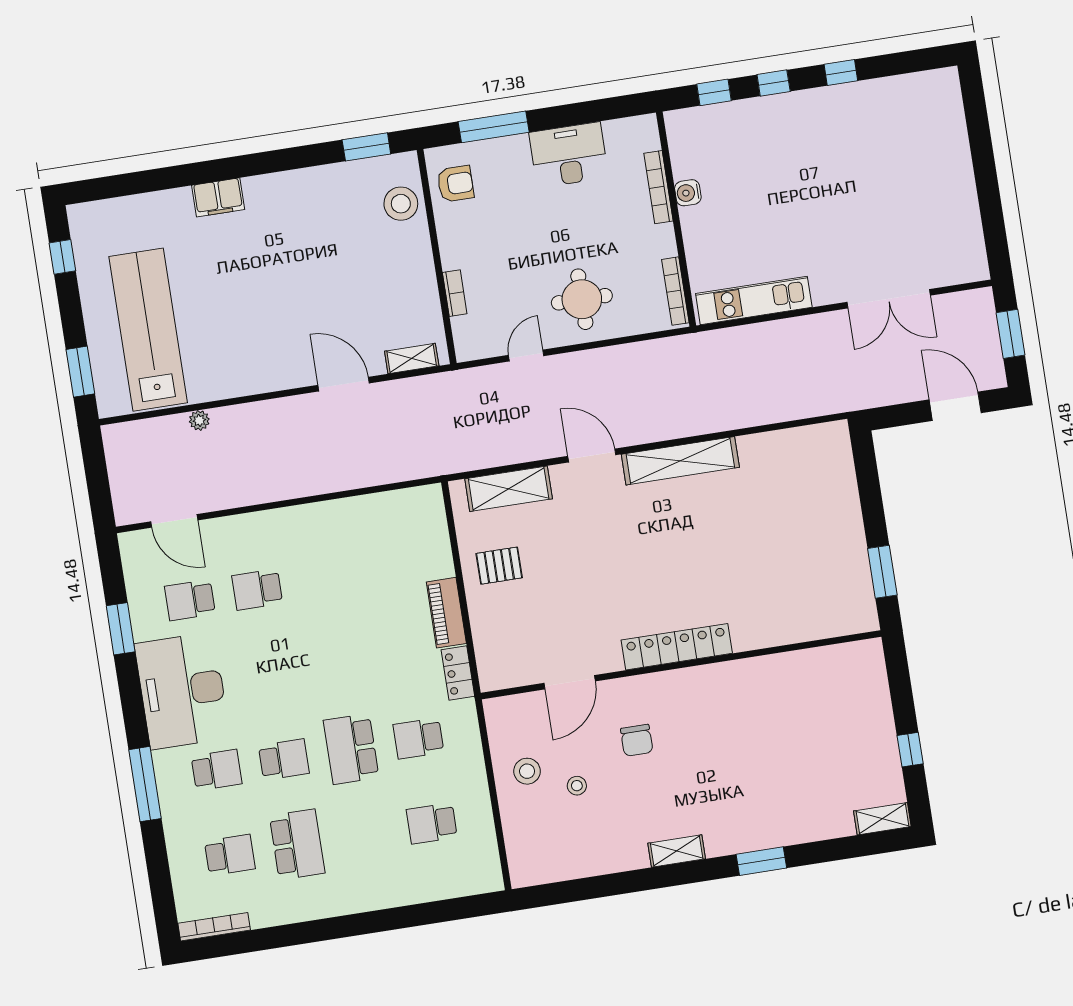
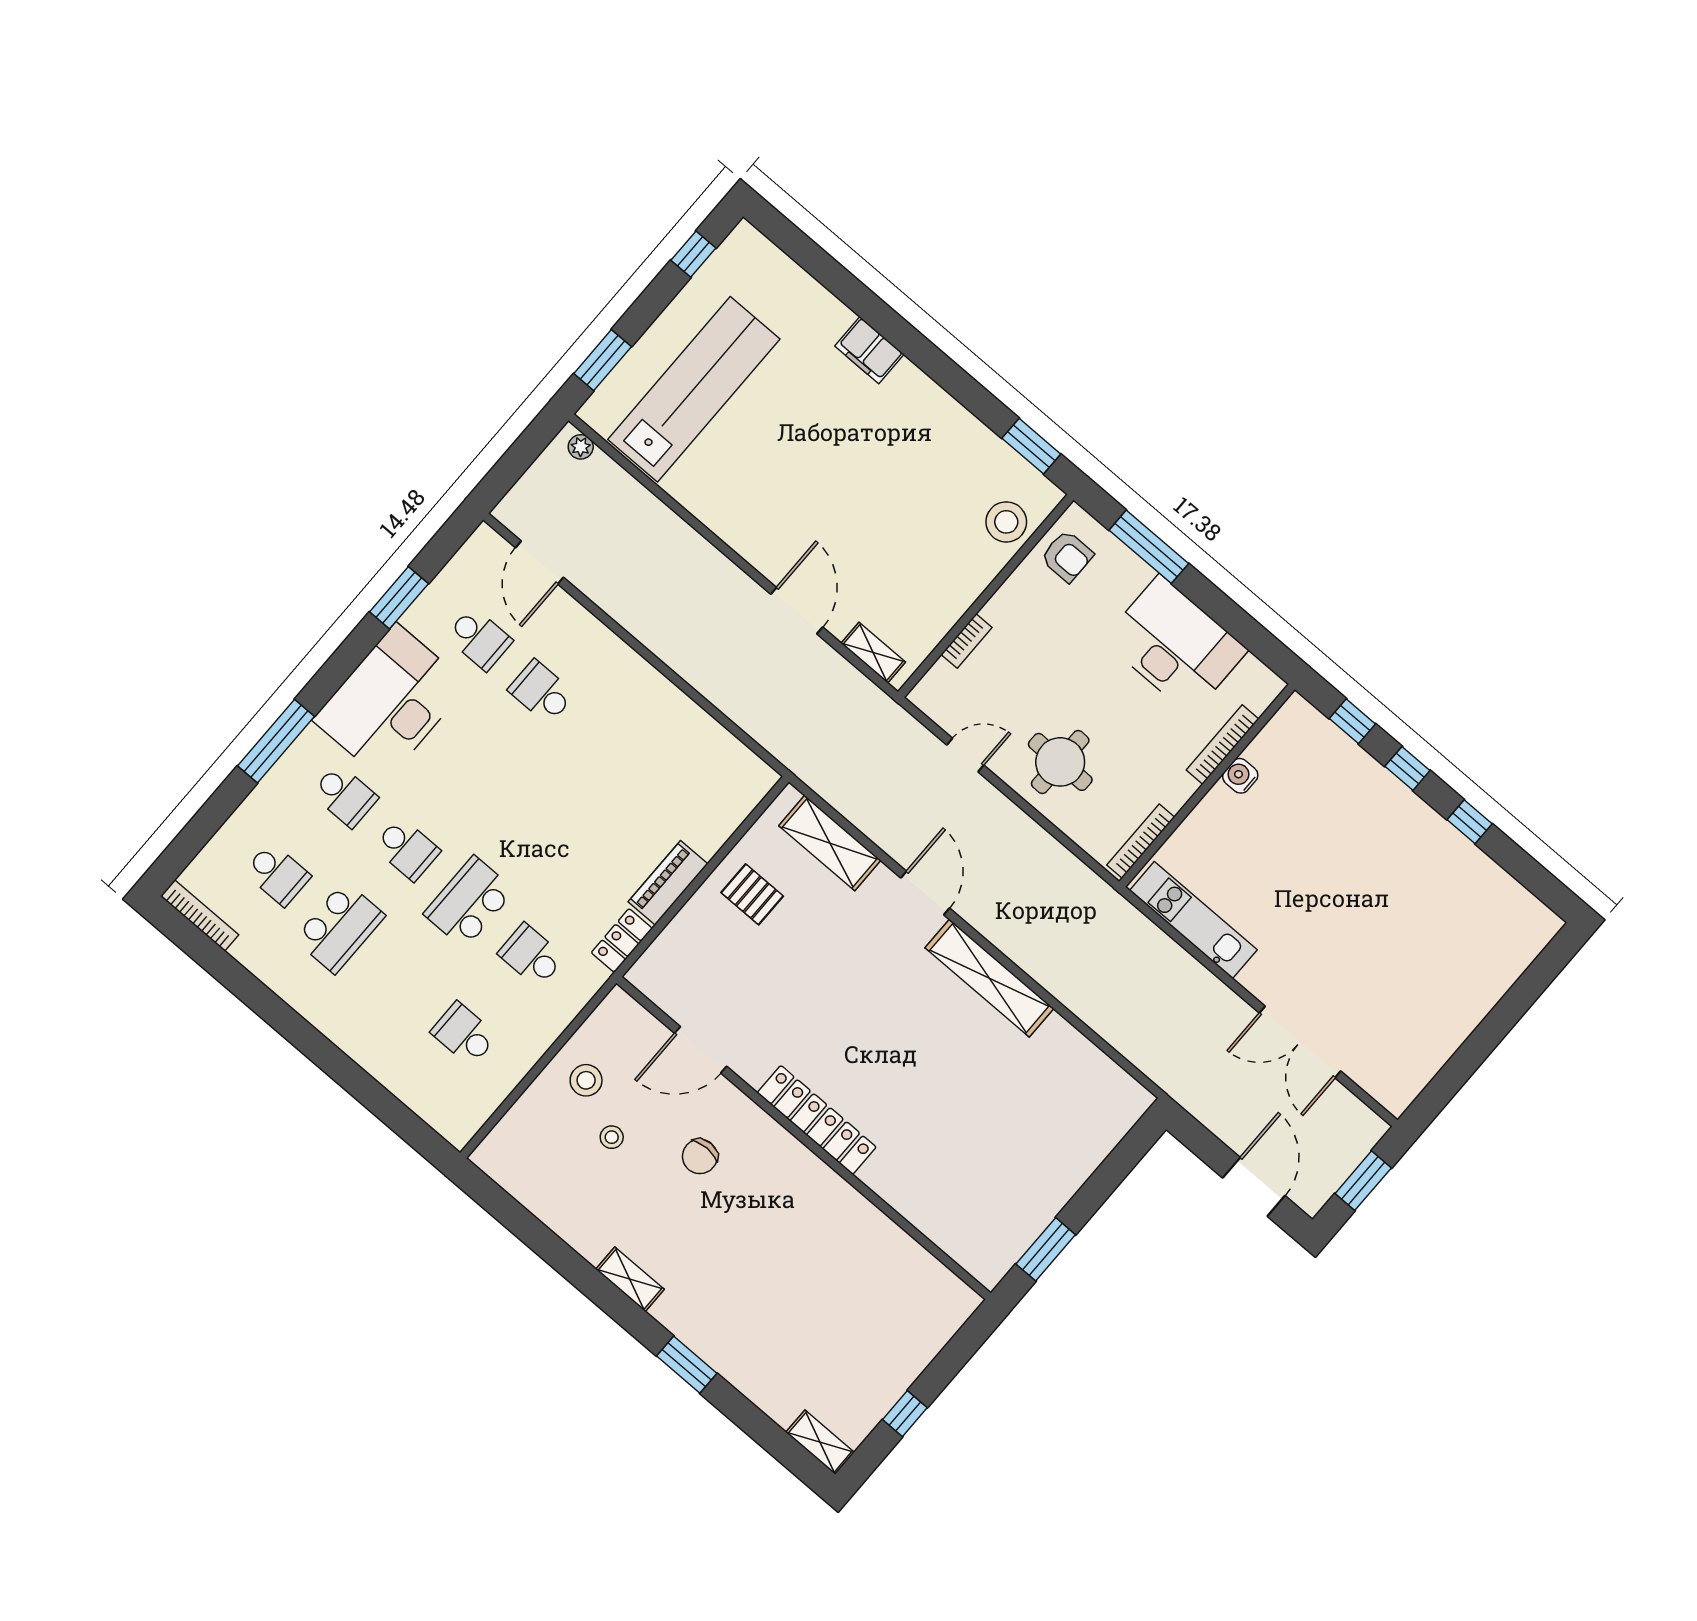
desk: (569, 155) -> (1175, 645), width x1.36, depth x1.30
plant: (199, 420) -> (581, 447), moved
school desk: (190, 600) -> (479, 639), turned 180

